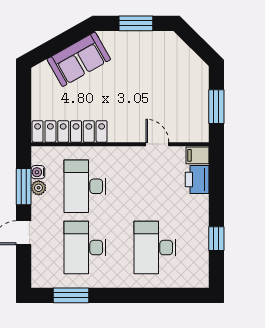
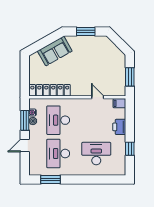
printer: (197, 180) -> (119, 127), moved
desk: (155, 248) -> (96, 154), turned 90

